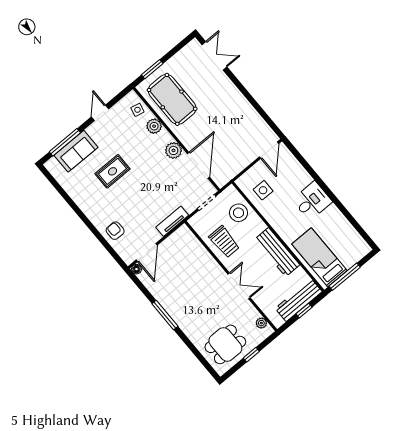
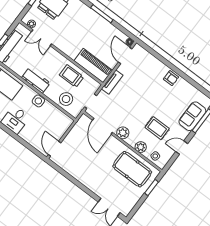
door: (100, 113) -> (182, 148), swing flipped
rug: (113, 171) -> (157, 128), moved, turned 90
side table: (263, 190) -> (38, 101), moved
armchair: (115, 231) -> (171, 78), moved
piano: (192, 249) -> (93, 66), added
workbench: (277, 252) -> (36, 80), width x0.73
double door: (239, 286) -> (42, 38), moved

